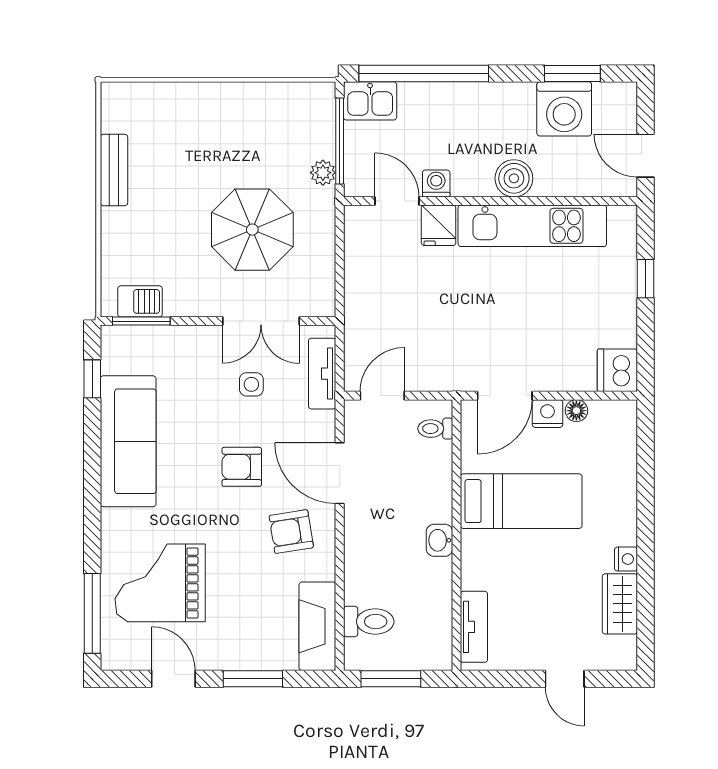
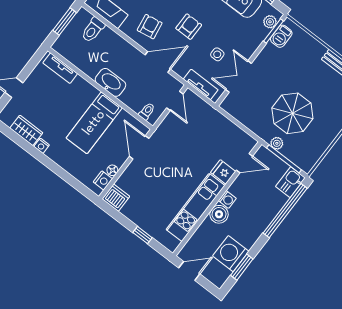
washing machine: (436, 183) -> (227, 199), moved
parasol: (252, 230) -> (292, 113), moved
plant: (131, 338) -> (270, 22), added
nightstand: (547, 414) -> (103, 180), moved
washbasin: (439, 540) -> (110, 82), width x1.91, depth x1.45

